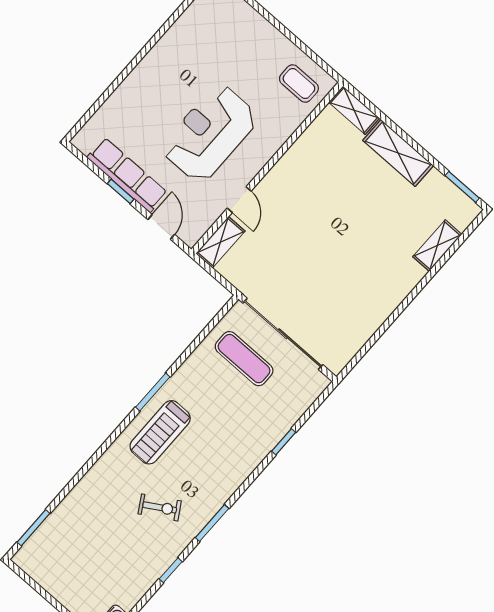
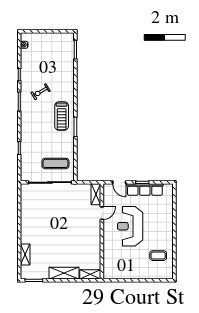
coffee table: (299, 83) -> (158, 256), moved
reception desk: (210, 133) -> (130, 226), turned 180
door: (239, 200) -> (102, 213), swing flipped
treadmill: (160, 432) -> (62, 116), turned 180

